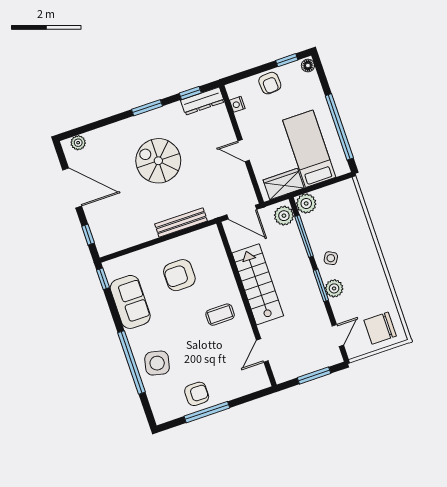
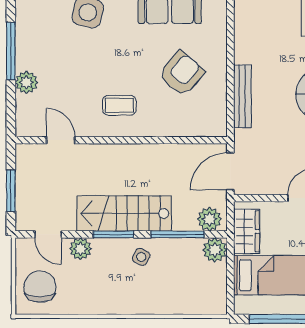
armchair: (179, 275) -> (182, 73), turned 41
stairs: (258, 284) -> (124, 213), moved, turned 180
plant: (334, 288) -> (80, 249), moved
coffee table: (220, 315) -> (119, 105), turned 90
plant: (227, 392) -> (27, 82), added
armchair: (197, 394) -> (36, 46), removed

